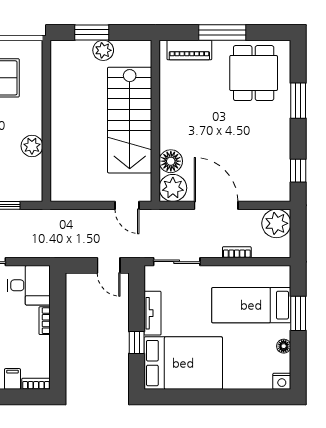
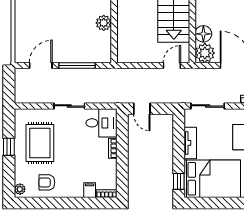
door: (127, 205) -> (172, 66), swing flipped
door: (109, 265) -> (142, 109), moved
window: (137, 342) -> (179, 181), moved

